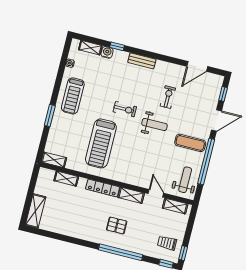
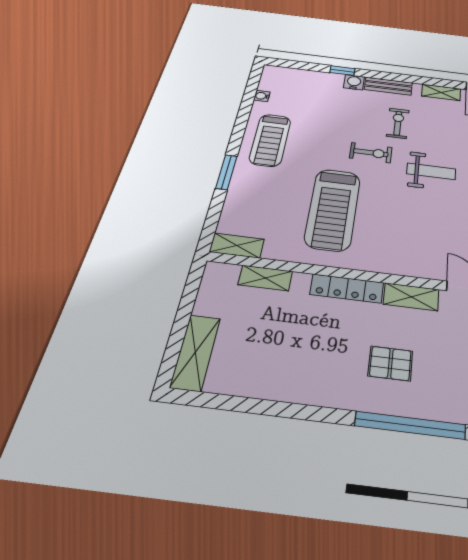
shelving: (90, 48) -> (441, 92), moved
water cooler: (107, 52) -> (354, 82), moved
exercise bike: (168, 97) -> (398, 123), moved

